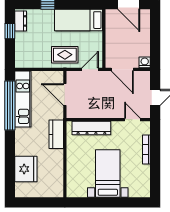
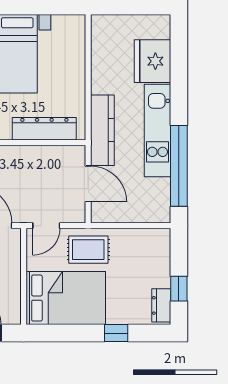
bed: (78, 20) -> (66, 298), width x1.50
kitchen unit: (23, 99) -> (158, 131), moved
kitchen counter: (56, 134) -> (102, 130), width x1.50

